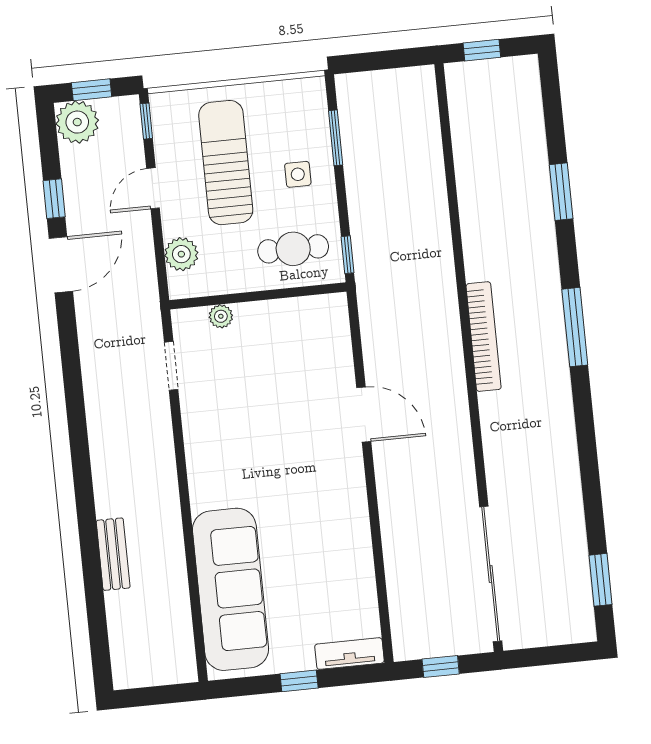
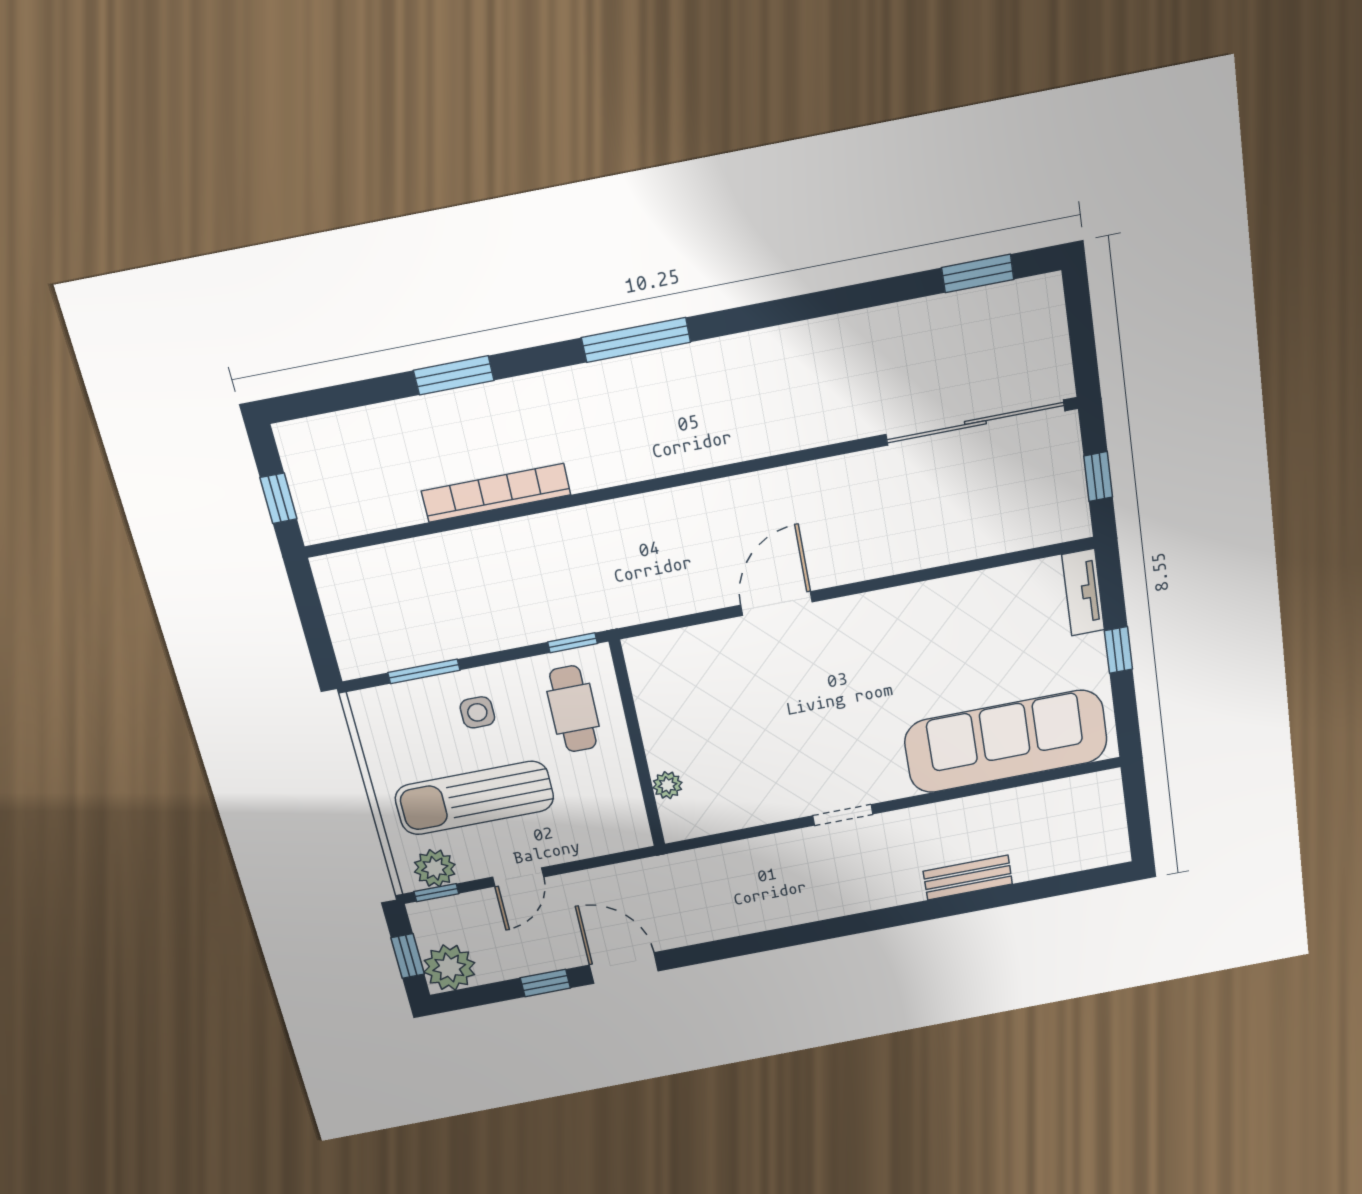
door: (153, 188) -> (518, 877), hinge flipped
plant: (181, 254) -> (435, 868), moved
bookcase: (484, 337) -> (496, 493), moved
doorway: (171, 366) -> (843, 815), moved

